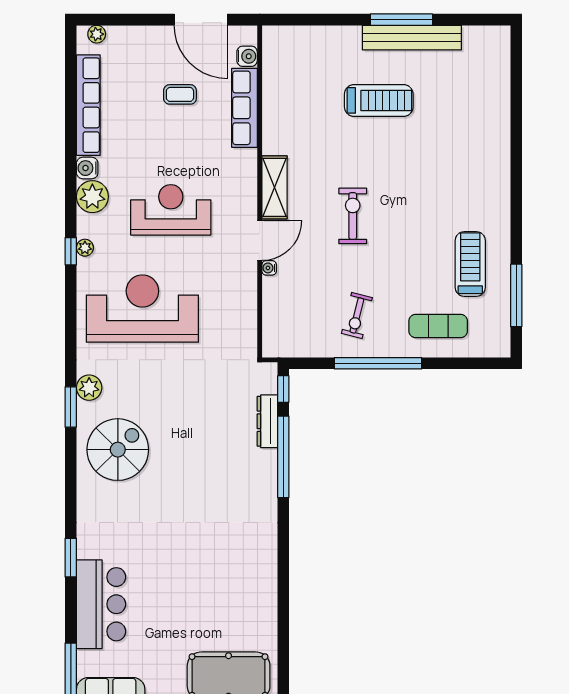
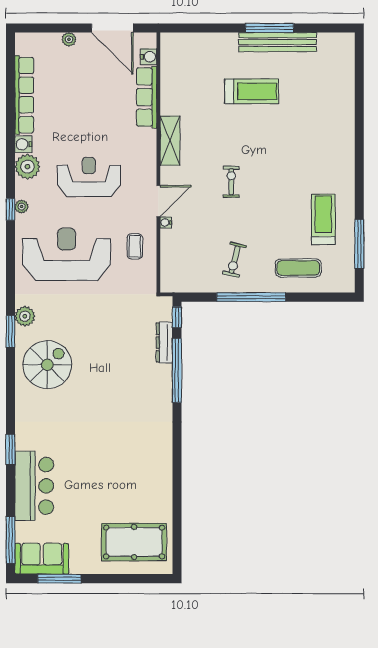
plant: (97, 34) -> (69, 39), moved
coffee table: (180, 94) -> (135, 246), moved, turned 90
shelving: (274, 187) -> (170, 141), moved
exercise bike: (353, 216) -> (231, 182), width x0.73, depth x0.72

